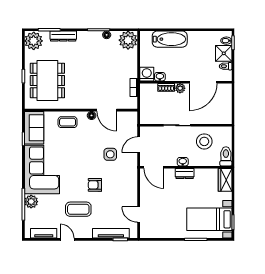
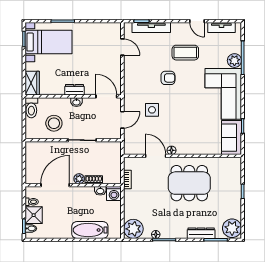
dining table: (47, 81) -> (189, 183), moved, turned 90
coffee table: (68, 122) -> (197, 143), removed

